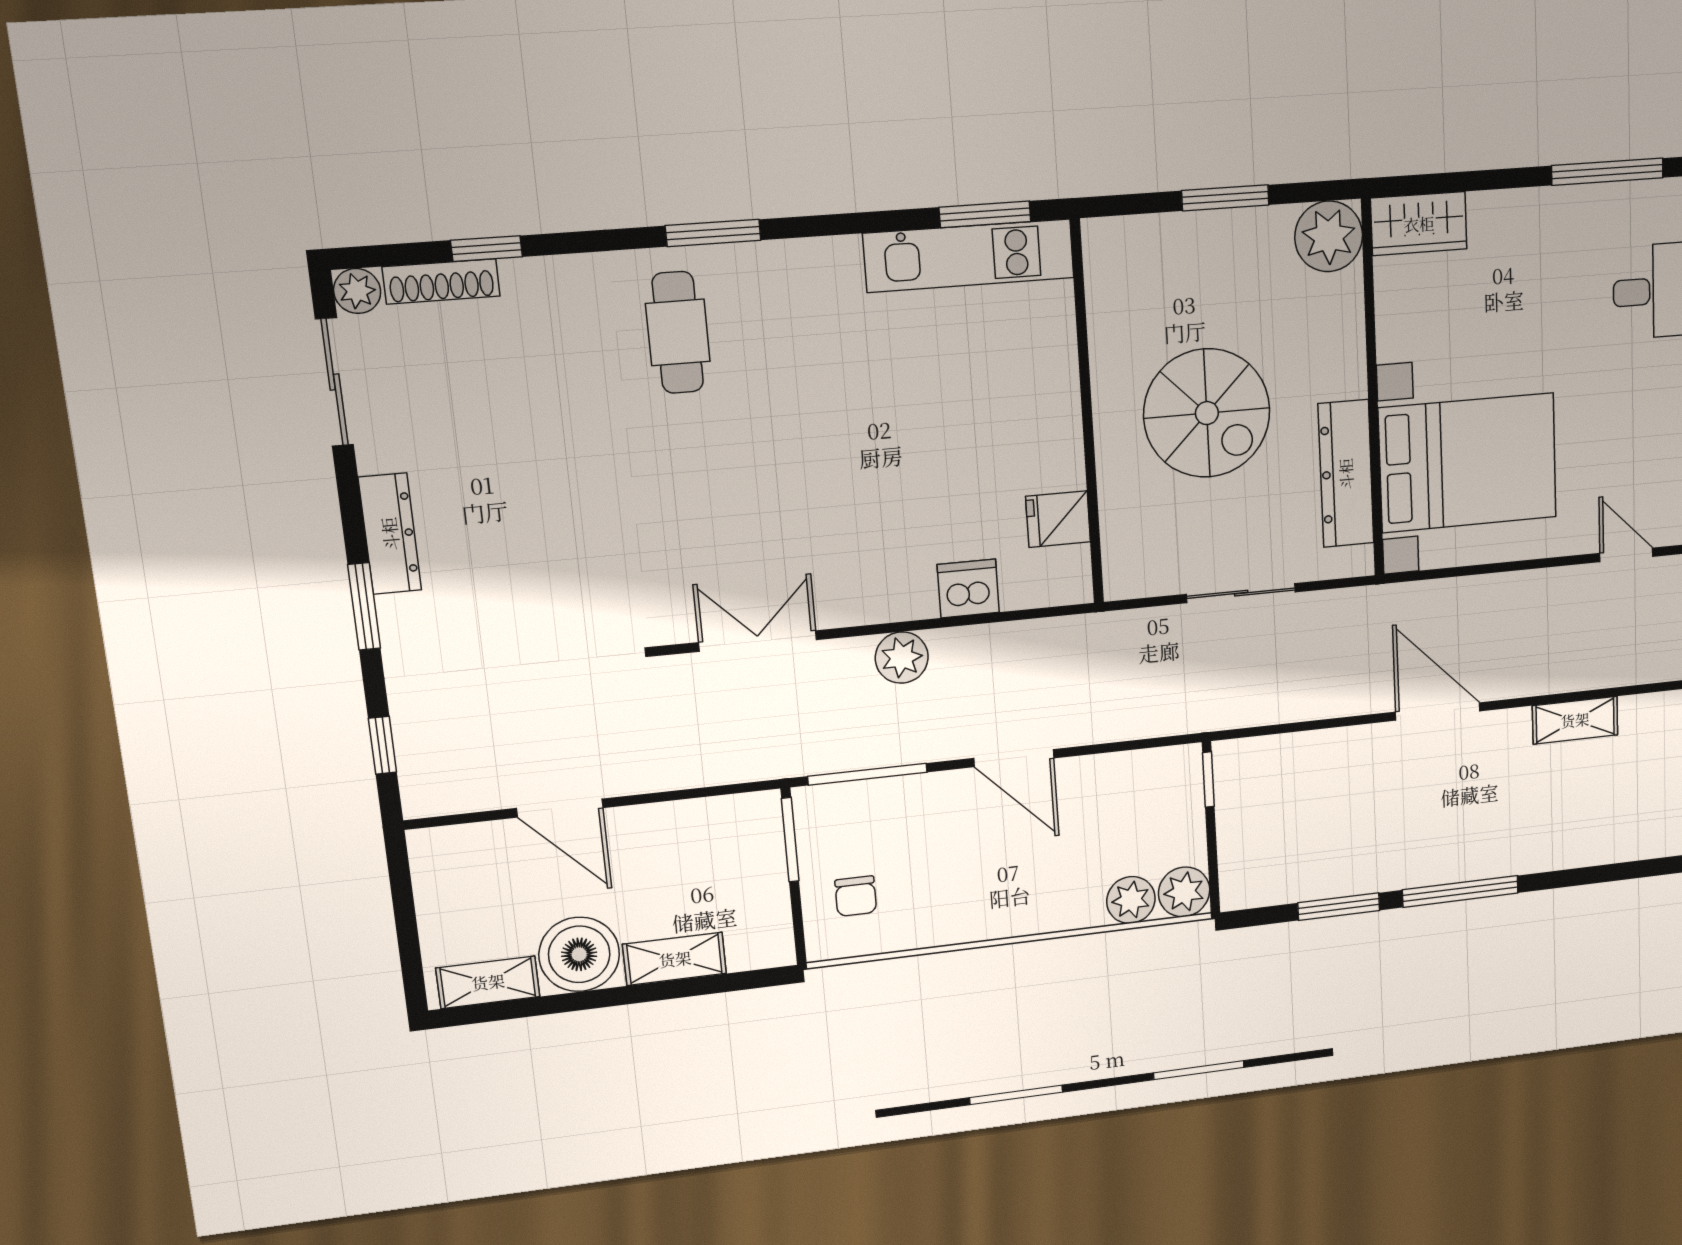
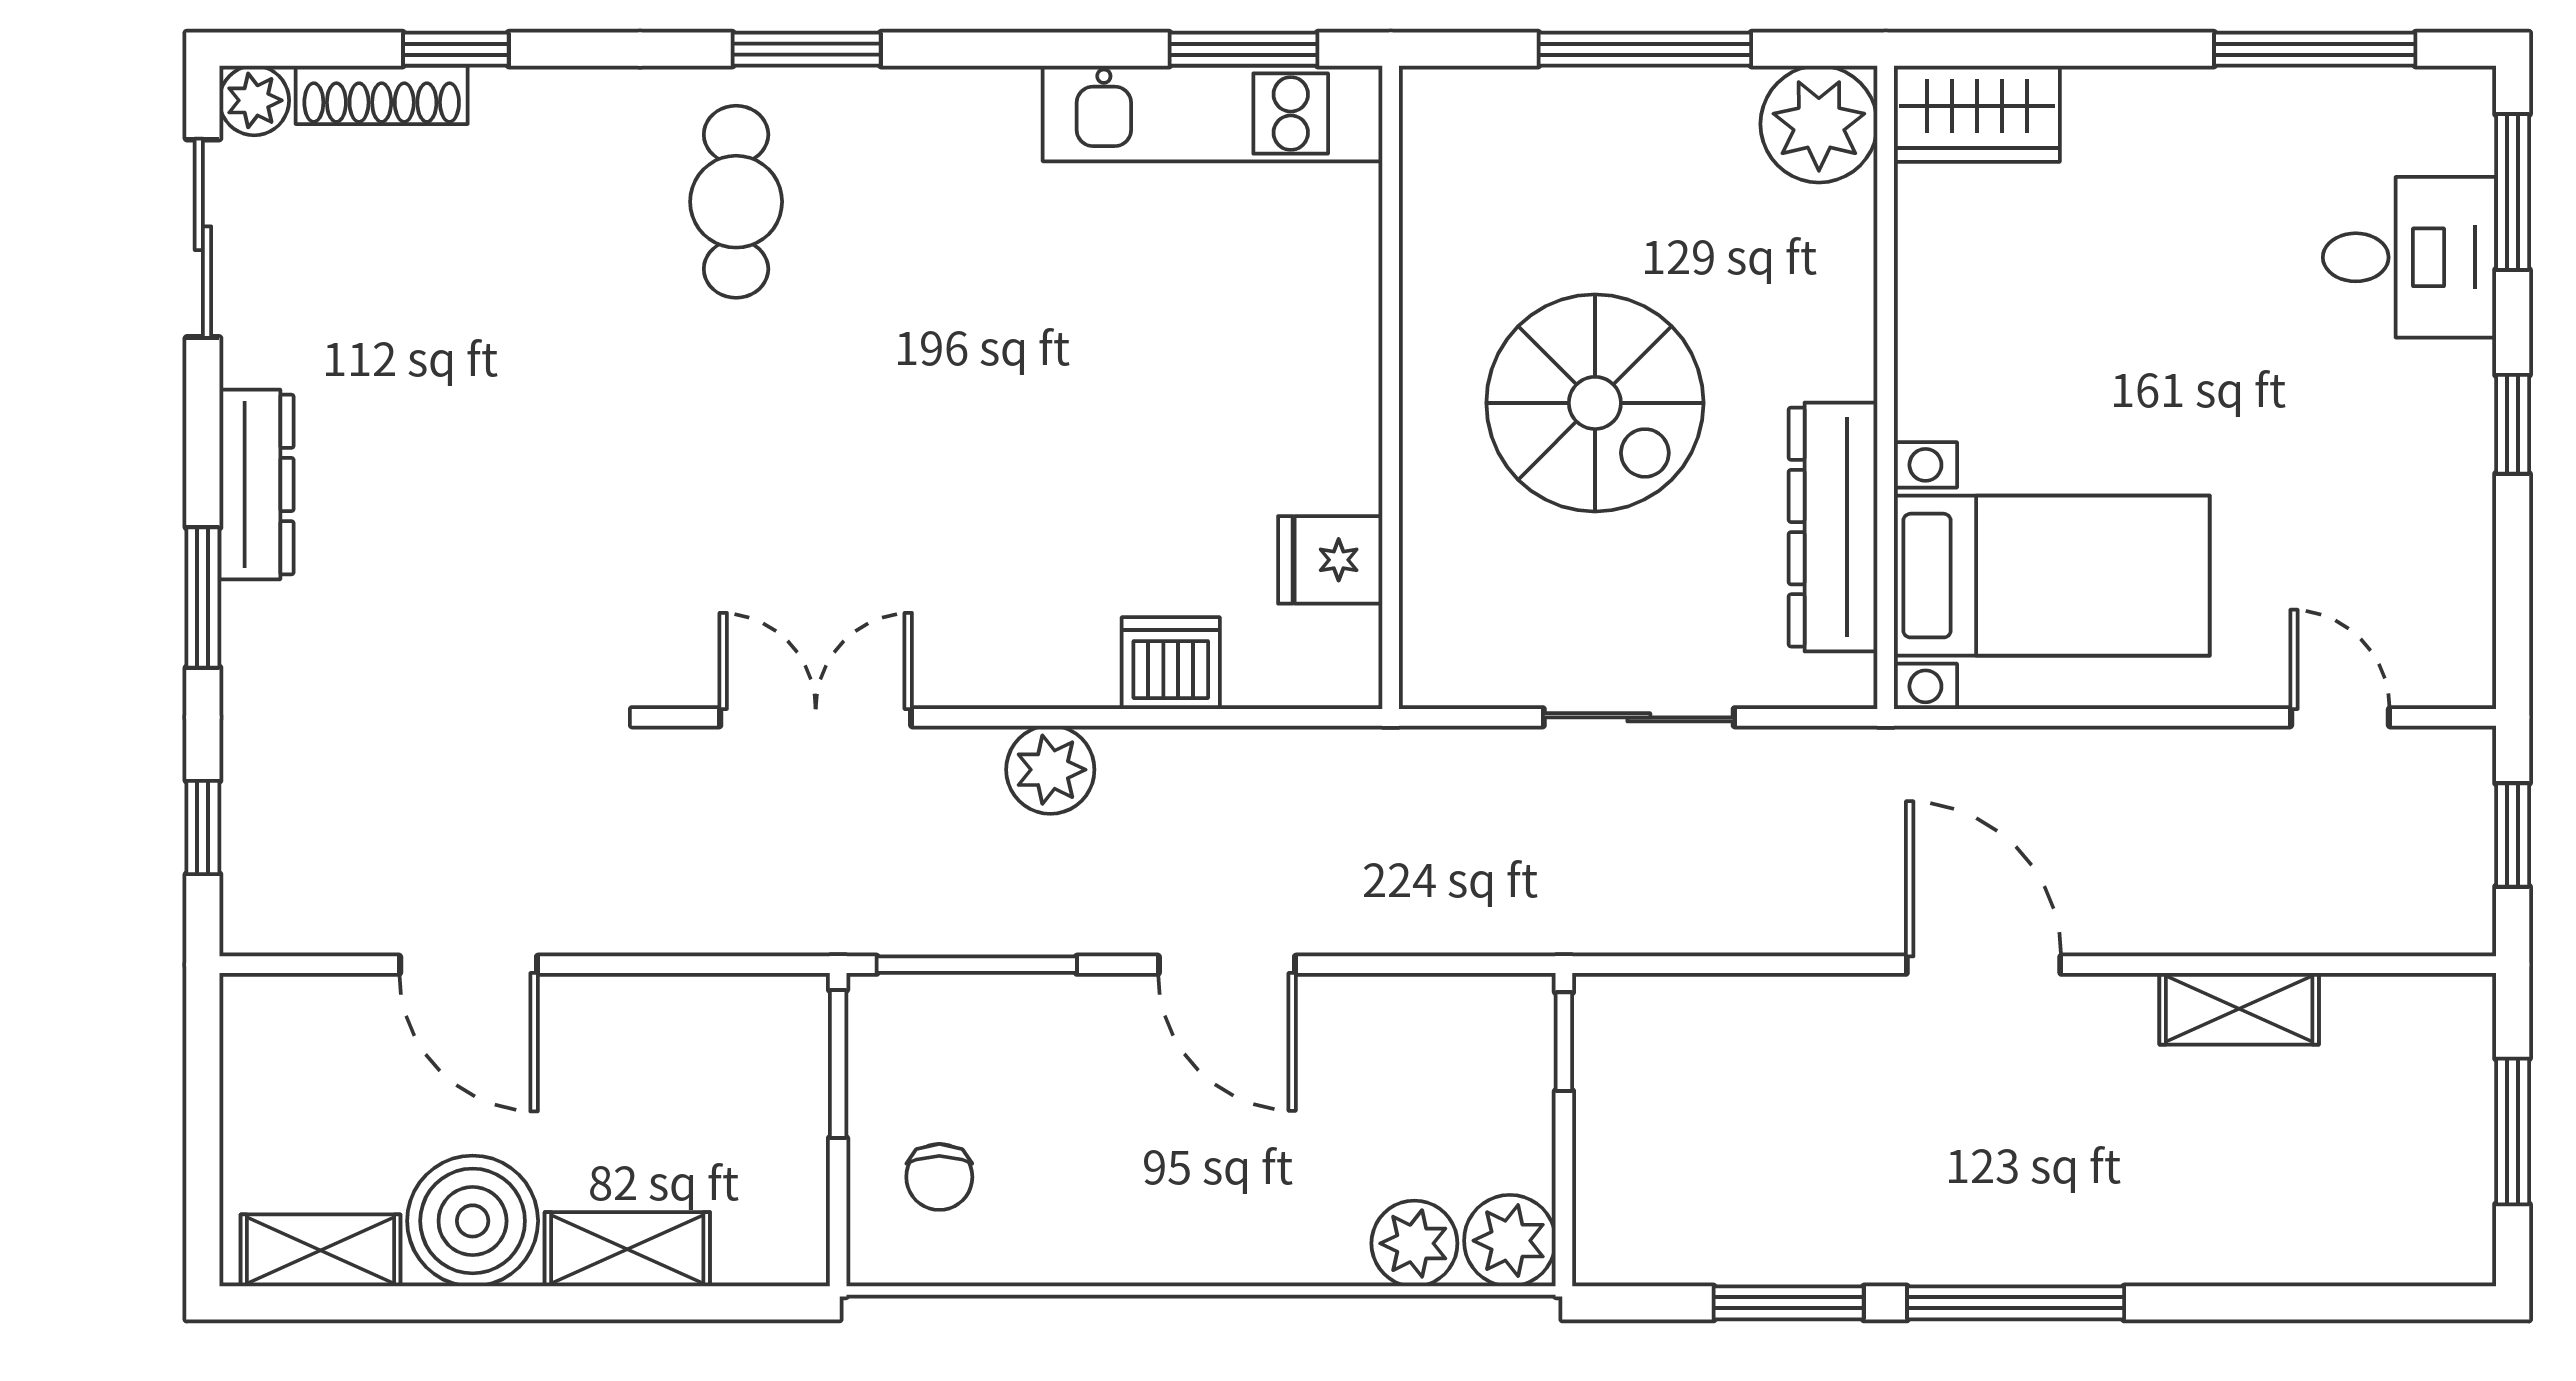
window: (1225, 198) -> (1645, 49), width x1.44
bed with nightstands: (1468, 463) -> (2052, 576), width x0.73

